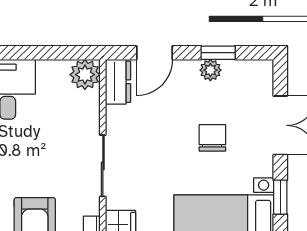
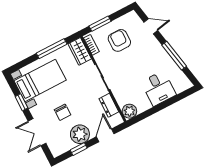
plant: (210, 70) -> (80, 134), width x1.88, depth x1.88
dresser: (118, 82) -> (109, 105), moved

